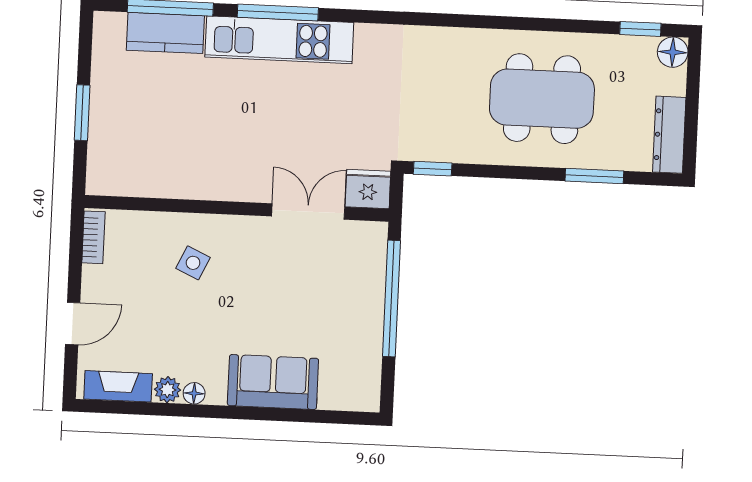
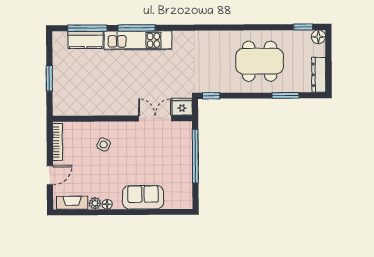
bookcase: (93, 237) -> (57, 142), width x1.56

